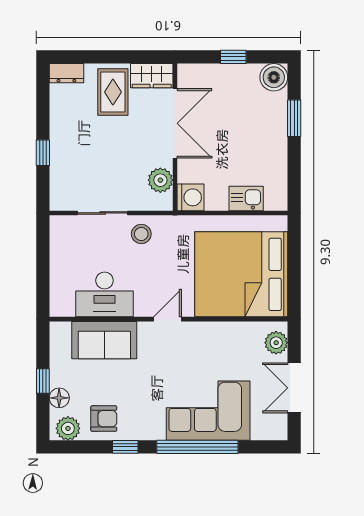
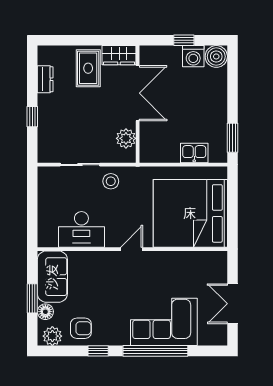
dresser: (66, 73) -> (45, 79), moved, turned -90
window: (294, 118) -> (232, 138), moved
washing machine: (191, 197) -> (193, 56), moved, turned 90
sofa: (104, 340) -> (52, 277), moved, turned -90
plant: (276, 343) -> (218, 268), removed
window: (43, 381) -> (32, 298), width x1.50

